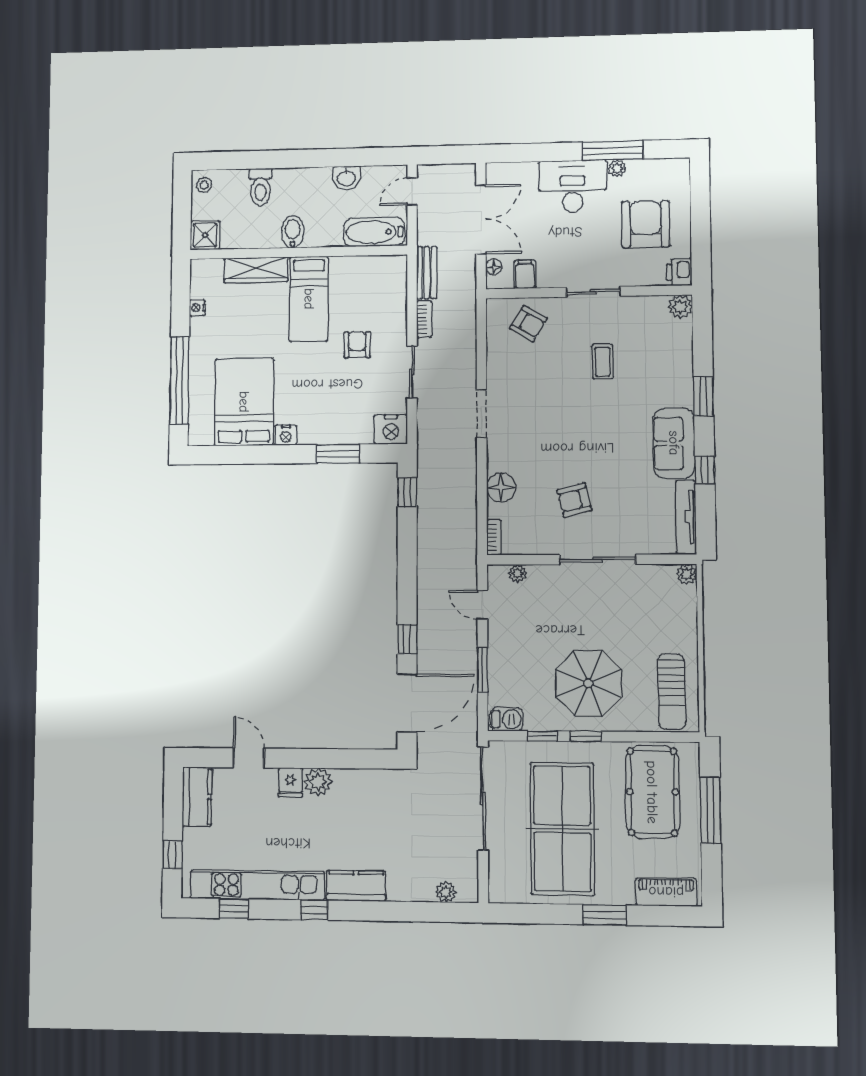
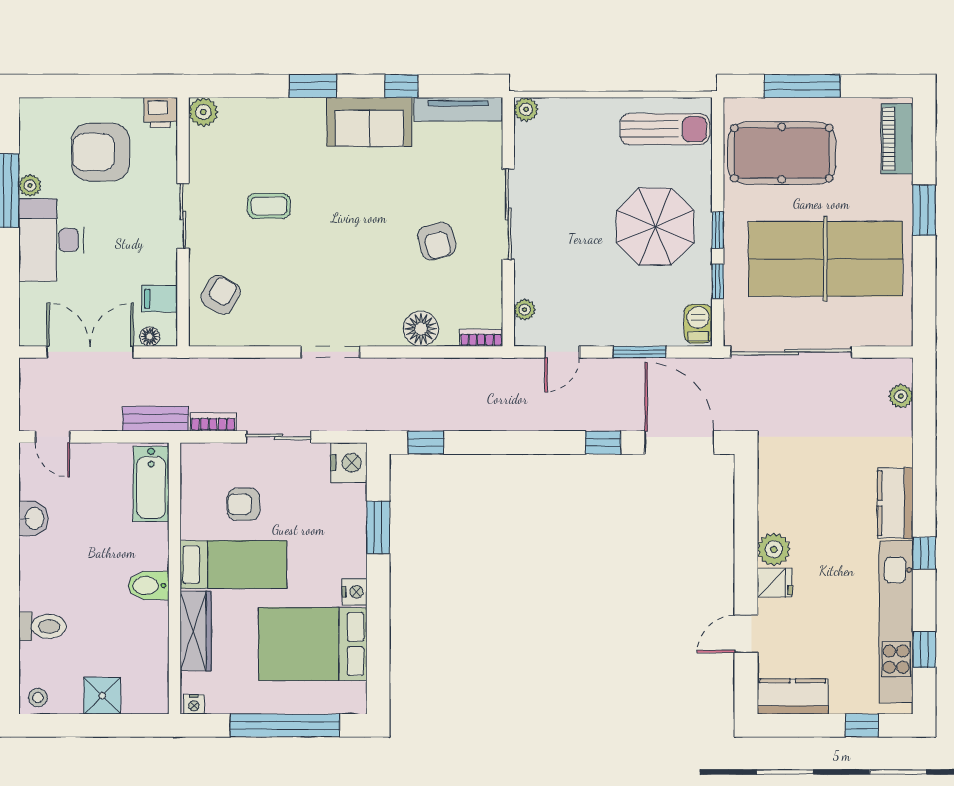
bidet: (293, 232) -> (148, 586), moved
bathtub: (374, 232) -> (151, 484), moved
wall: (298, 252) -> (174, 578), moved
wardrobe: (256, 270) -> (196, 631), moved
bed: (309, 299) -> (233, 565), moved

